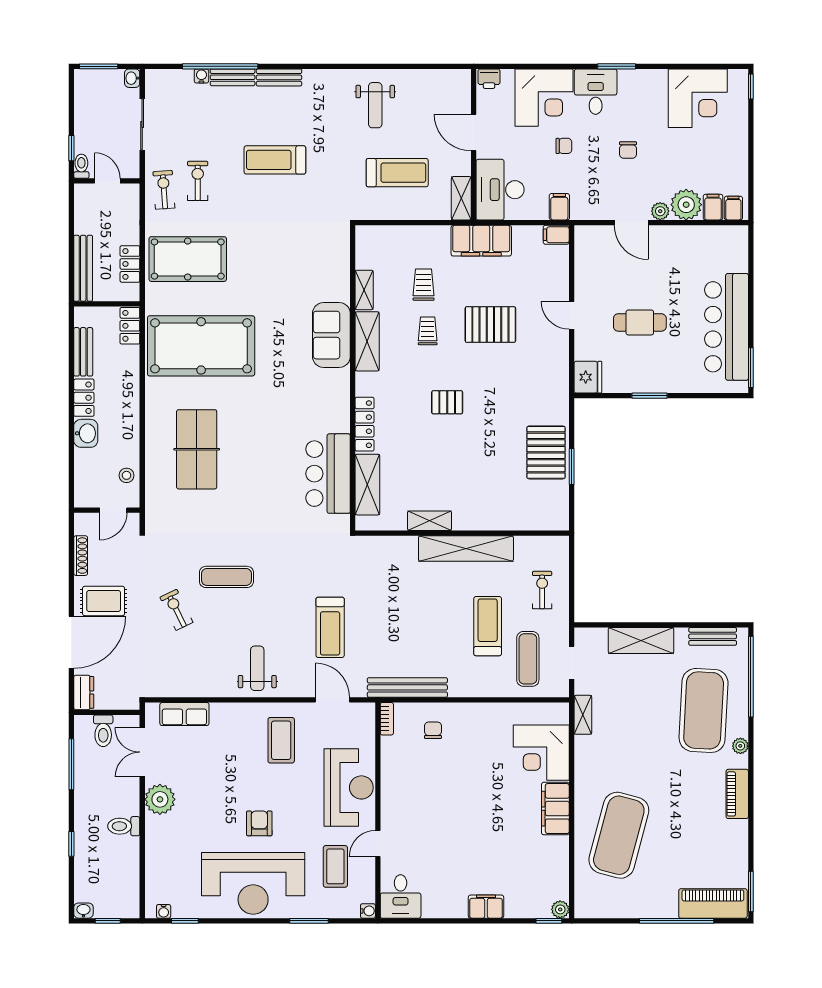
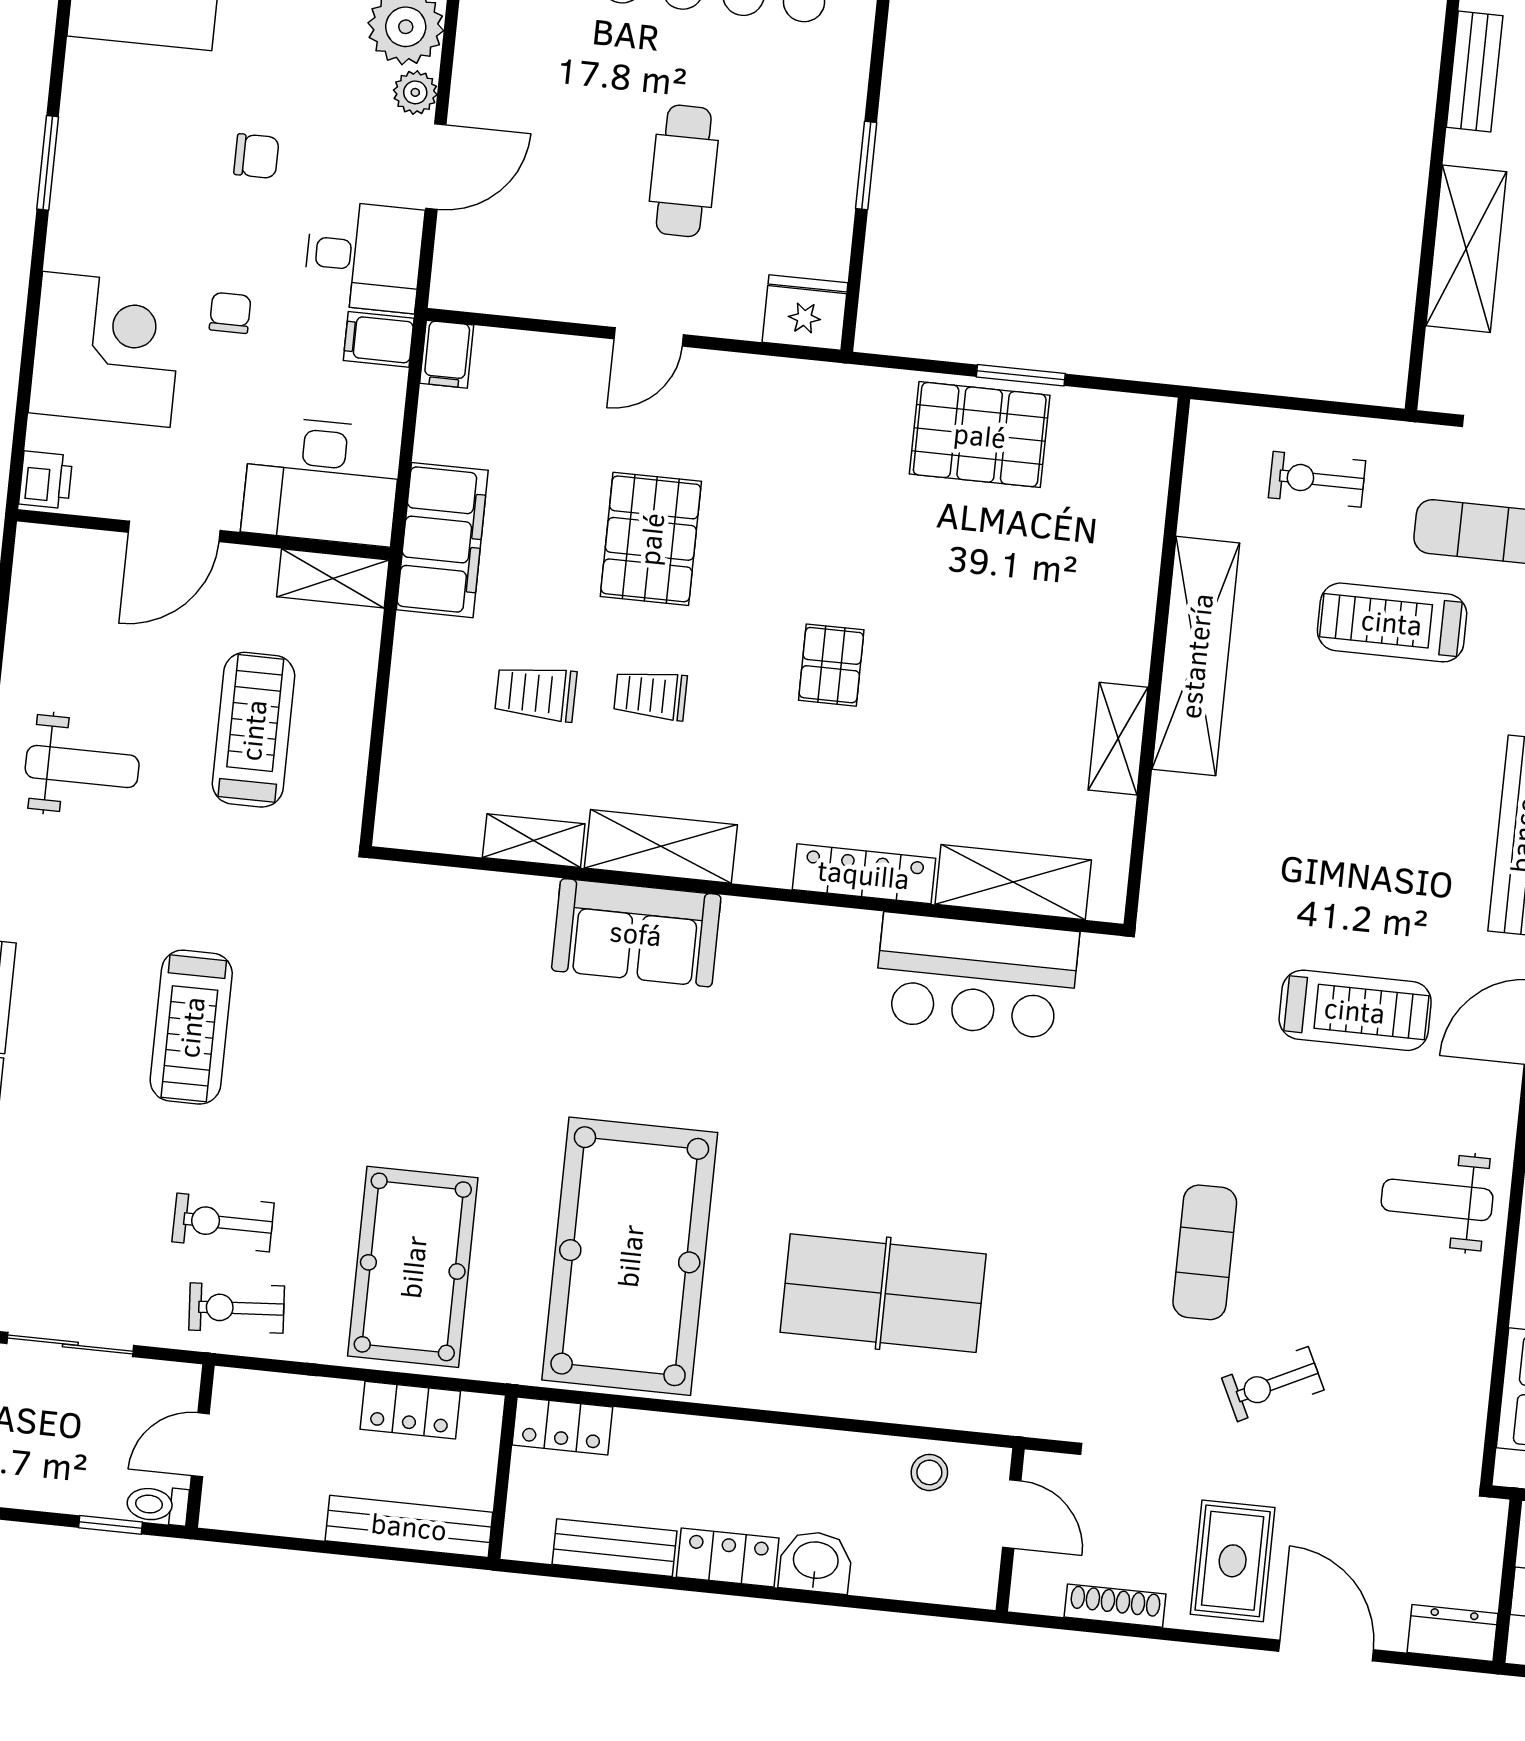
desk: (596, 92) -> (364, 256), moved, turned 180
door: (71, 642) -> (1326, 1651), width x0.73

